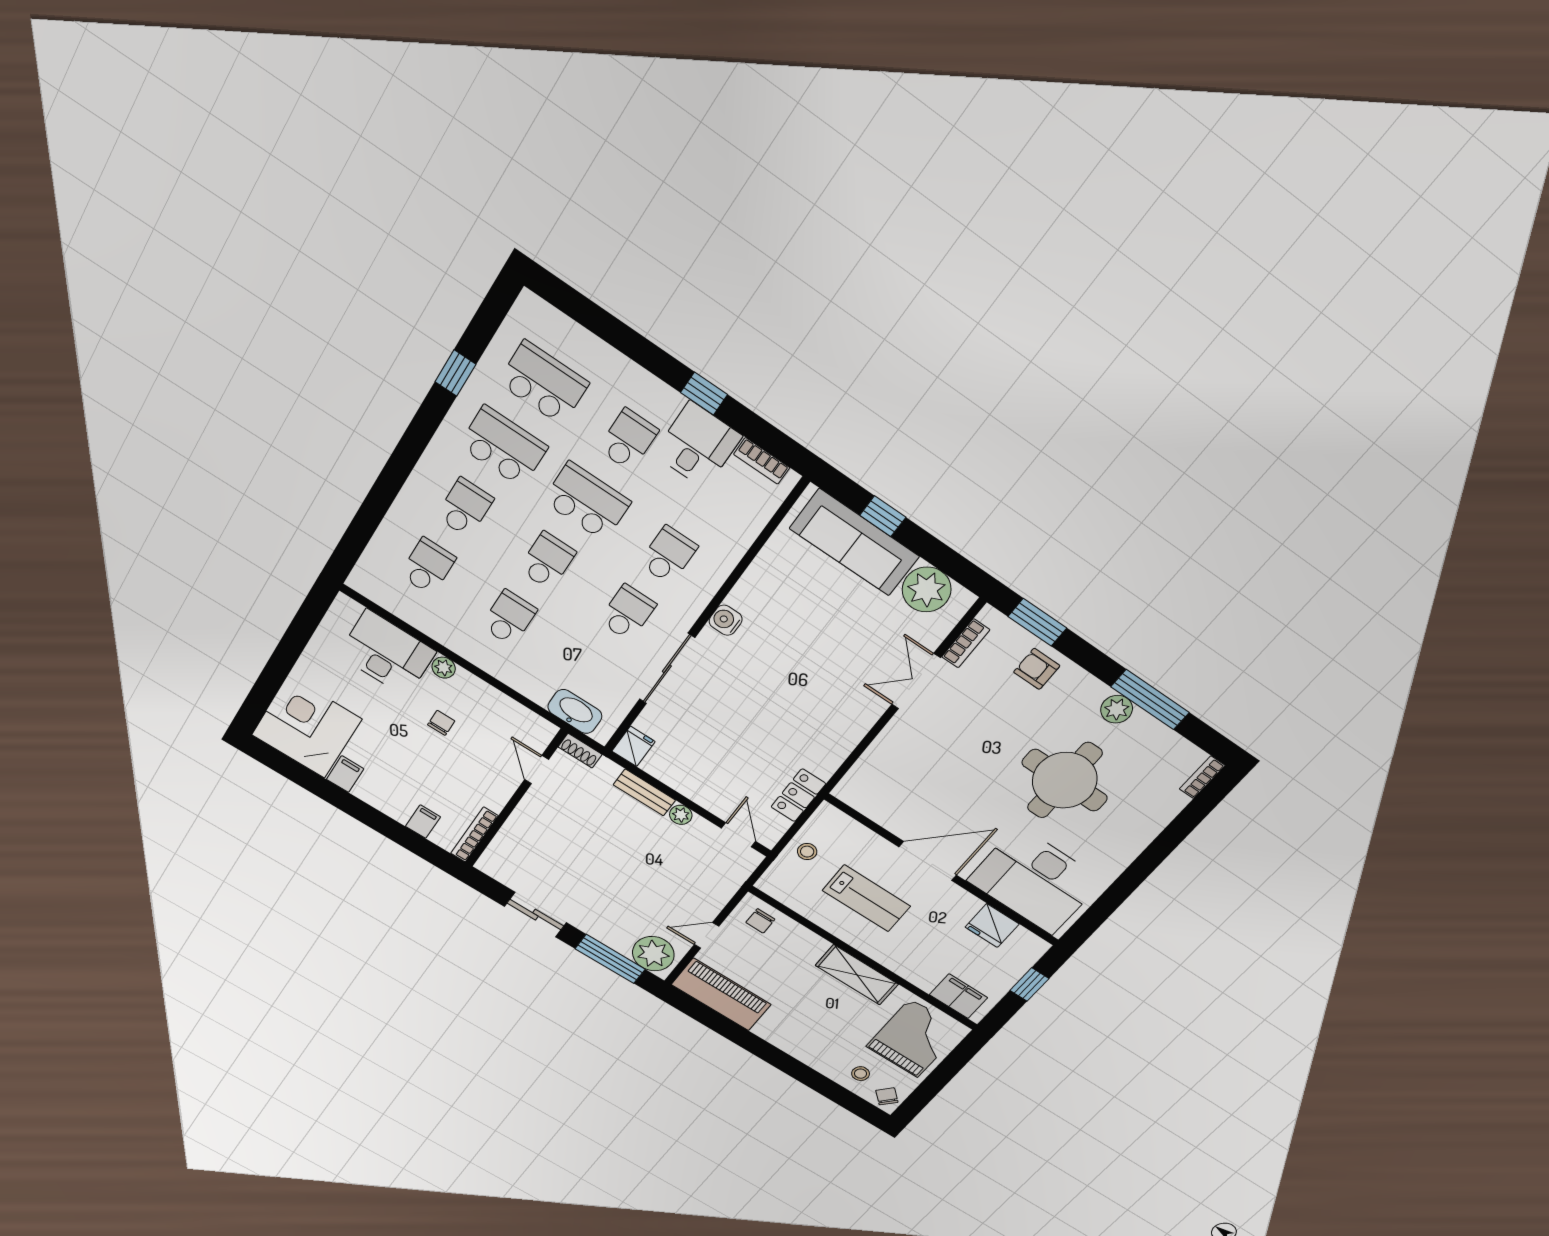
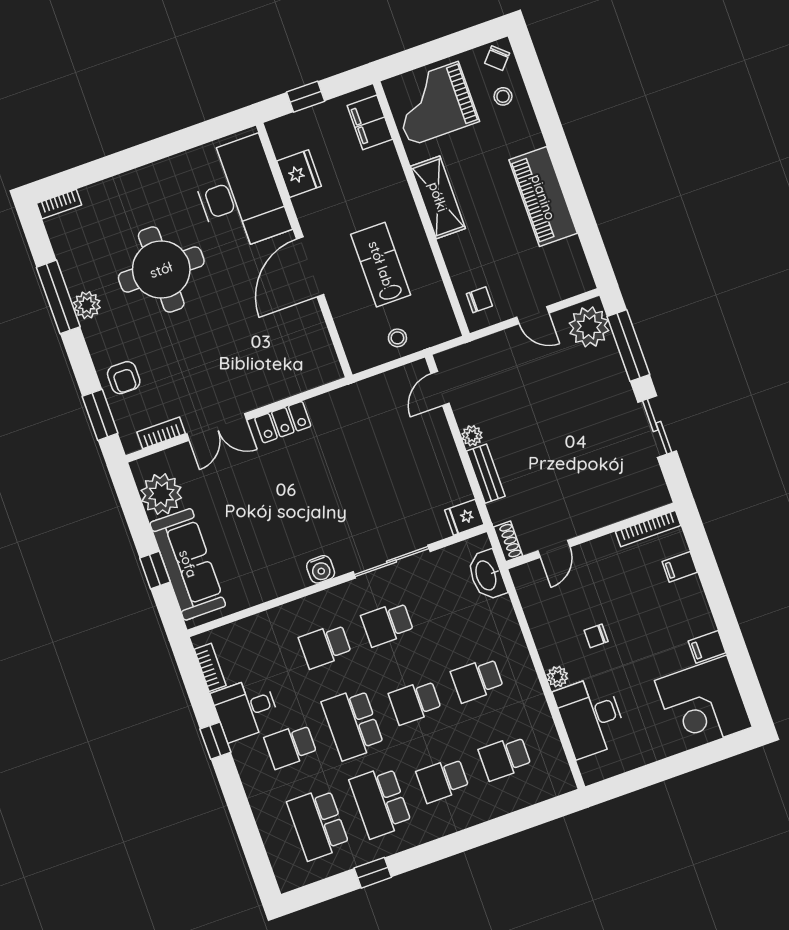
locker: (798, 795) -> (283, 422), moved
door: (928, 861) -> (310, 267), hinge flipped
piano: (721, 995) -> (543, 197), moved

